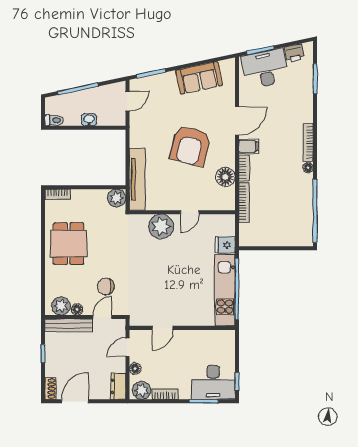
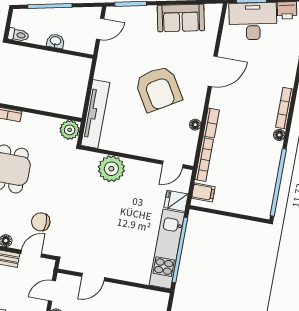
armchair: (190, 146) -> (158, 89), turned -45
filing cabinet: (249, 146) -> (203, 192), moved
floor lamp: (225, 177) -> (195, 125), width x0.53, depth x0.53
door: (190, 212) -> (173, 164), moved

